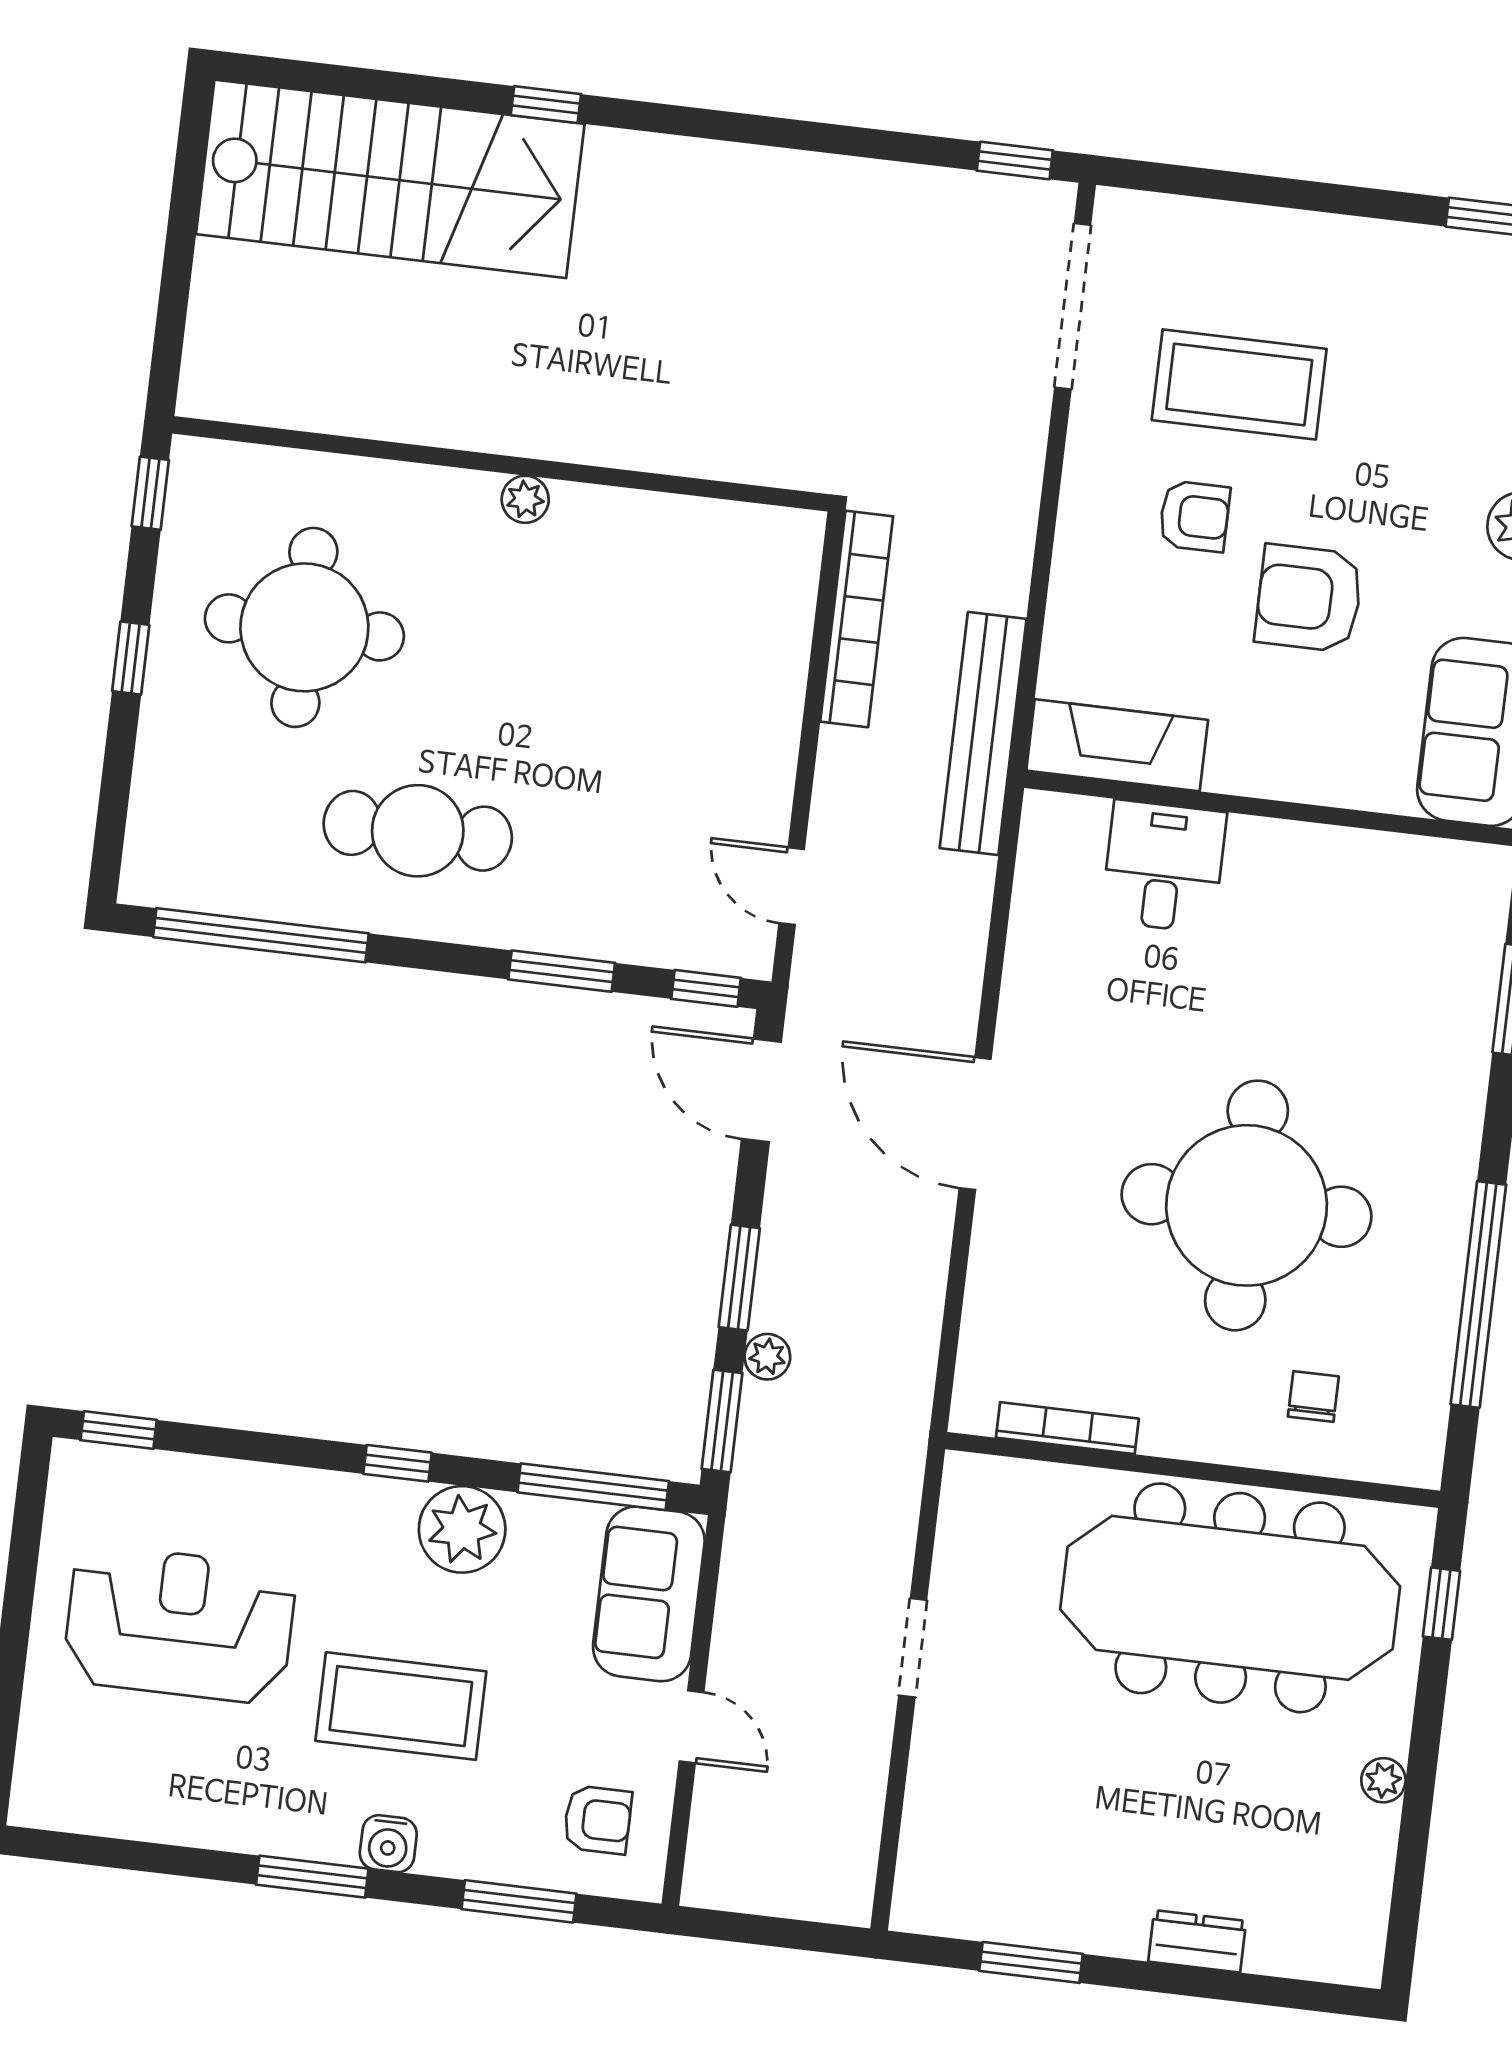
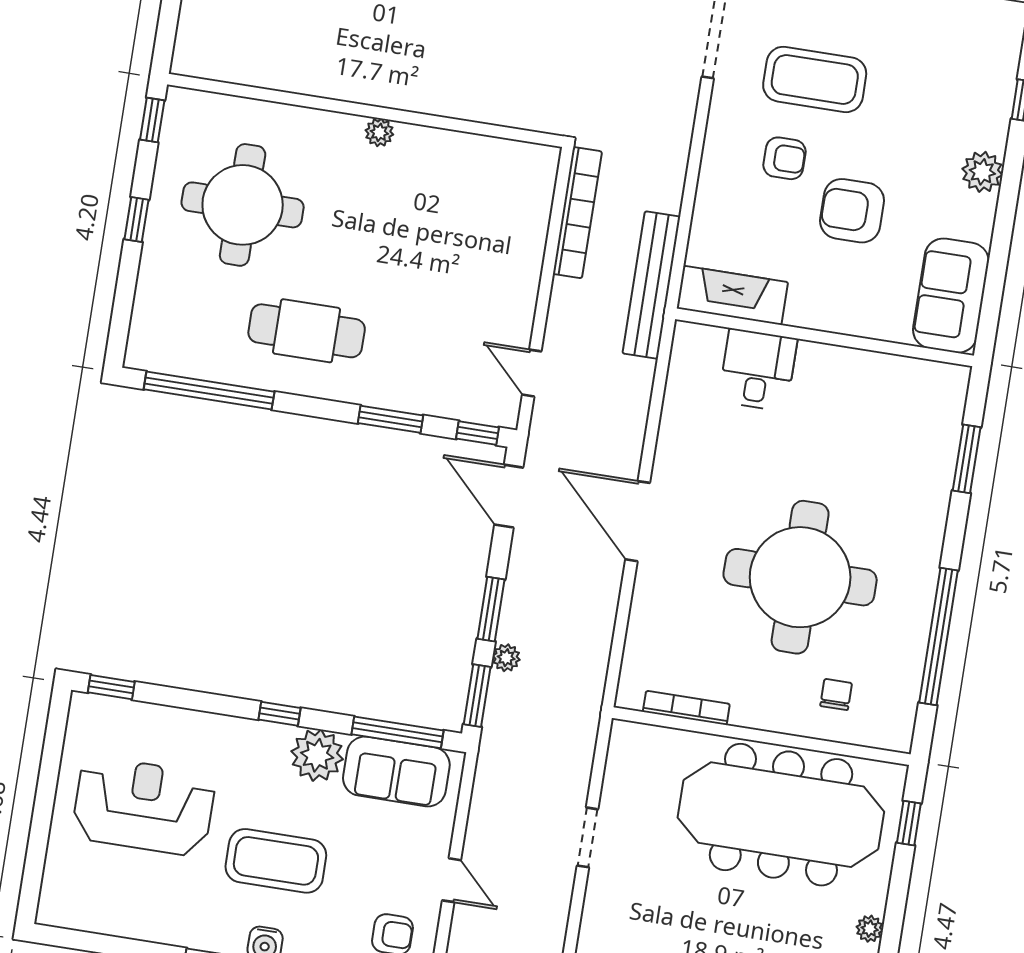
sofa: (649, 1594) -> (396, 771), moved, turned -90

